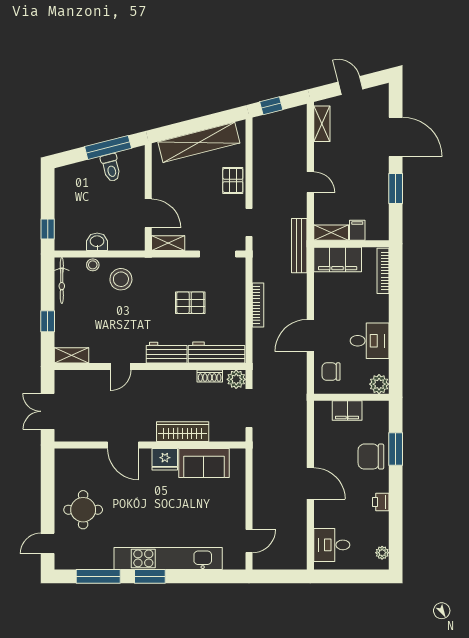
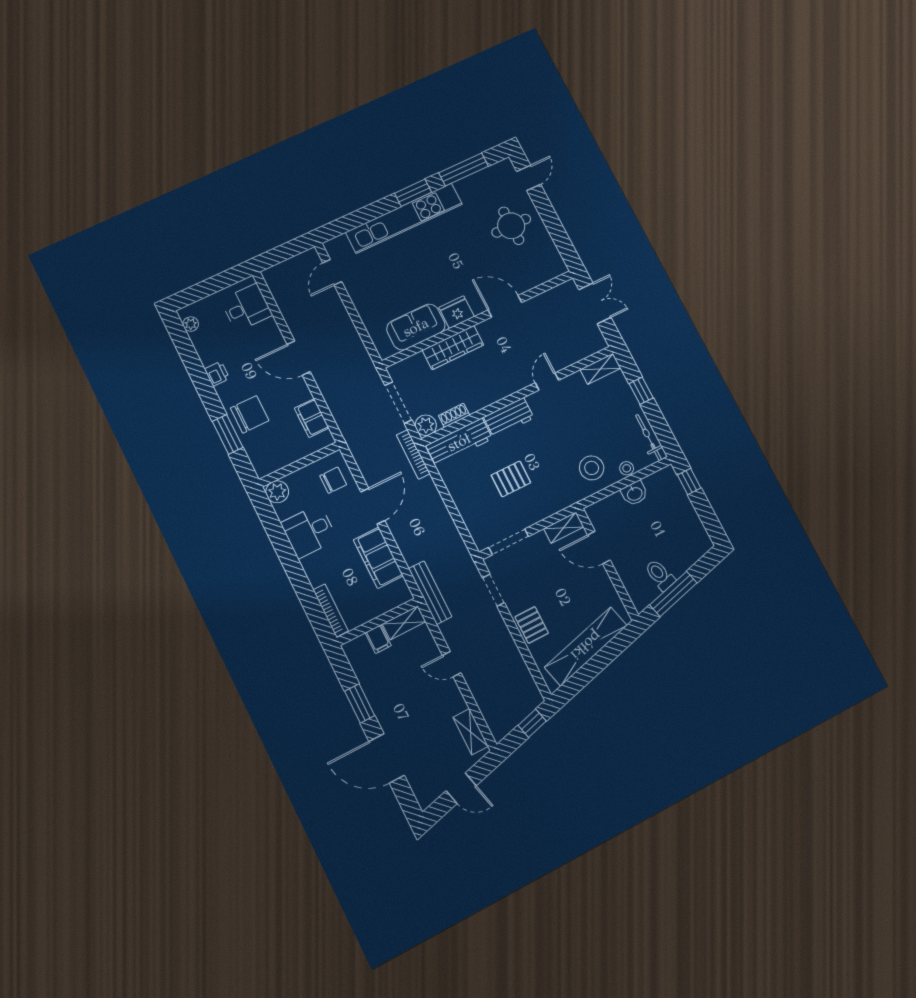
filing cabinet: (338, 260) -> (378, 558), moved, turned -90
bookcase: (258, 305) -> (413, 454), moved
filing cabinet: (347, 411) -> (312, 418), moved, turned -90

